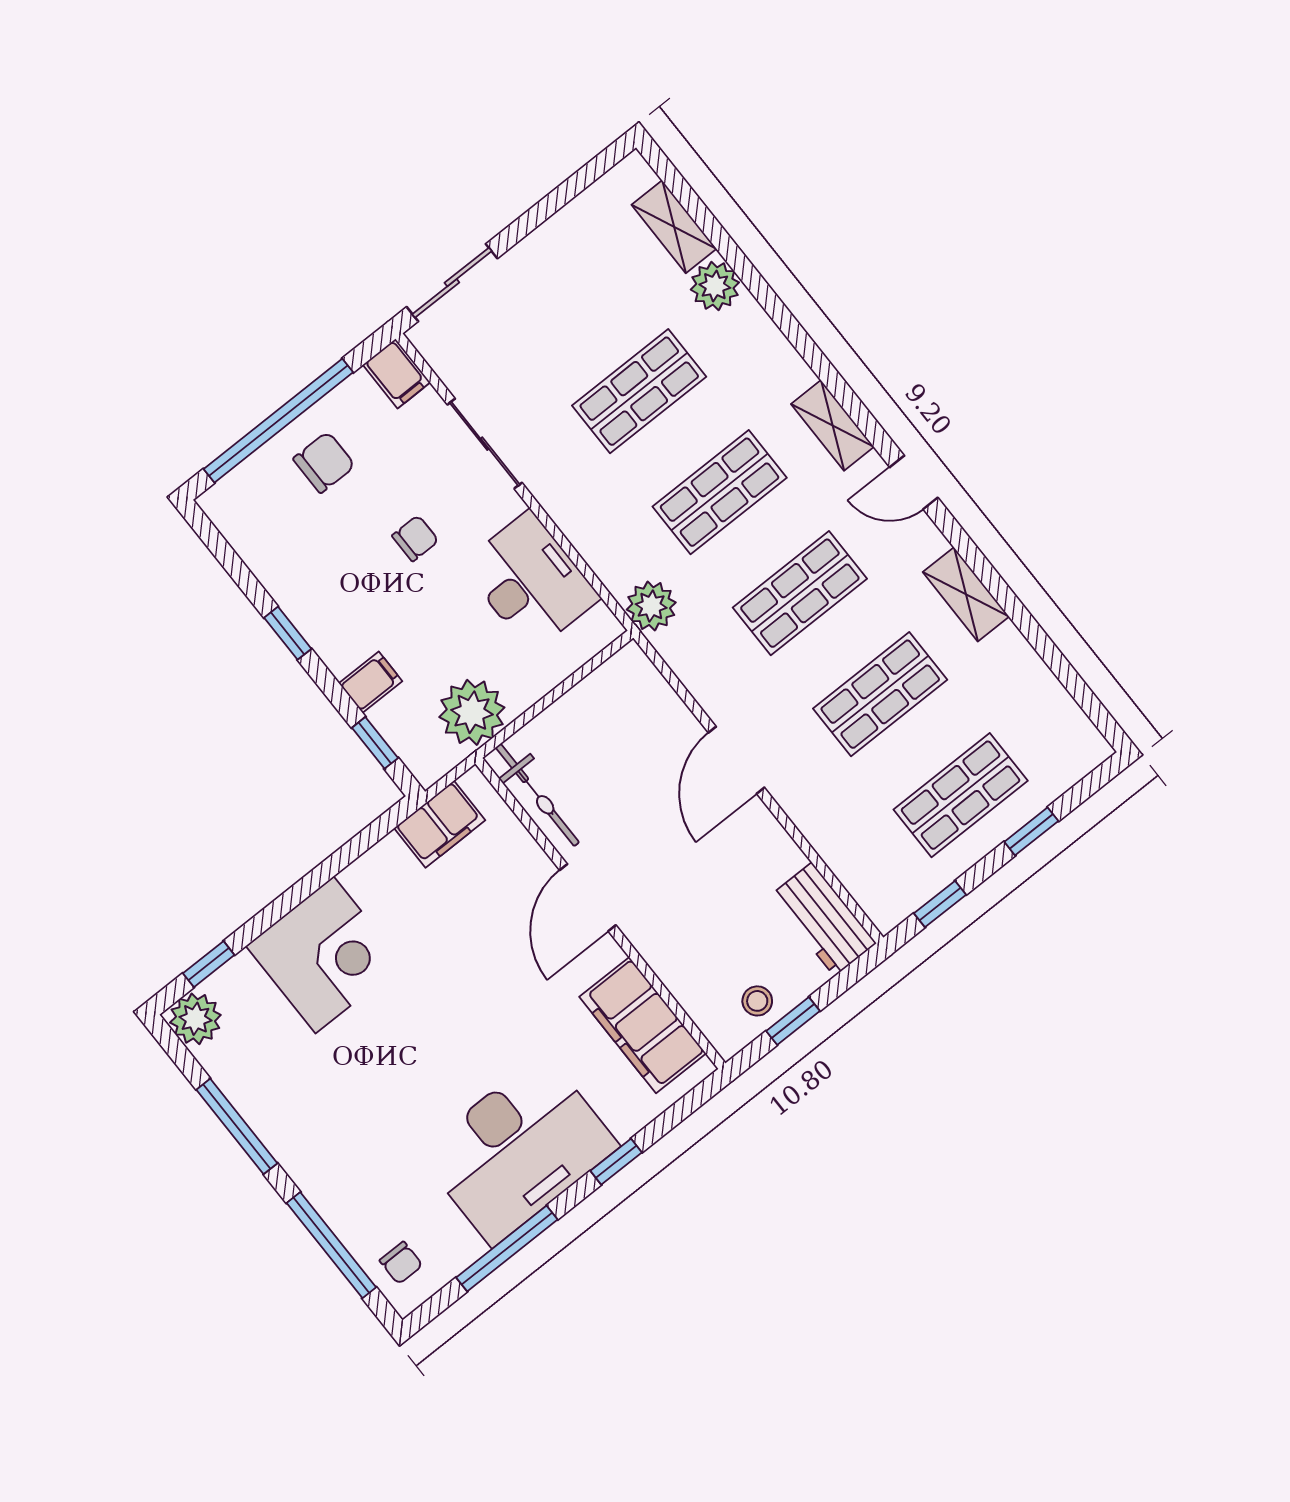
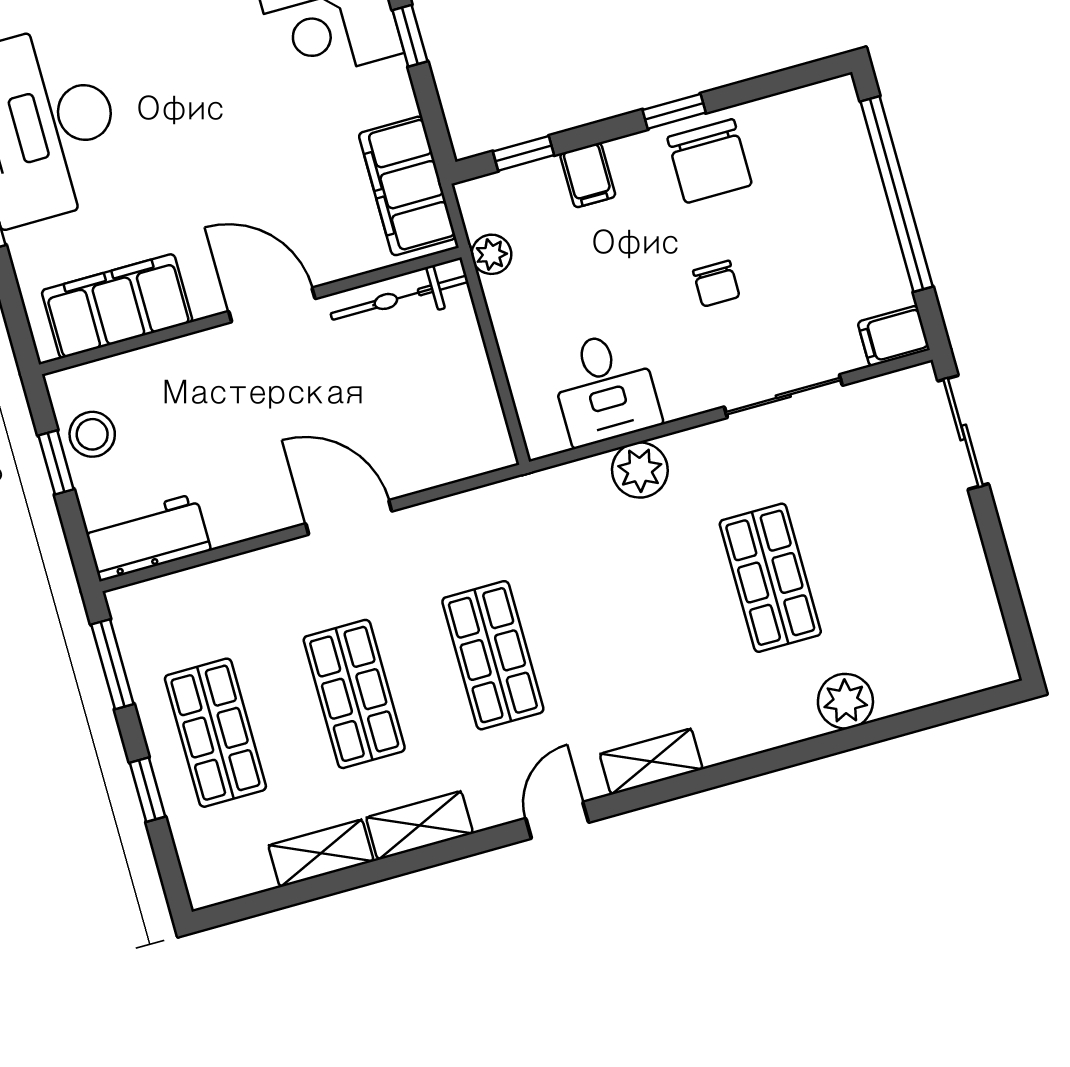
shelving: (674, 227) -> (321, 853), moved
chair: (324, 462) -> (710, 161), moved, width x1.37, depth x1.37
shop shelf: (720, 492) -> (632, 616), removed
desk: (530, 581) -> (605, 388), width x0.73
plant: (651, 606) -> (640, 470), moved
plant: (472, 712) -> (491, 254), width x0.53, depth x0.53
filing cabinet: (440, 824) -> (407, 186), width x1.50, depth x1.17
window: (318, 878) -> (410, 36), added
window: (940, 904) -> (112, 664), width x1.50
stool: (757, 1001) -> (92, 434), width x1.37, depth x1.37

